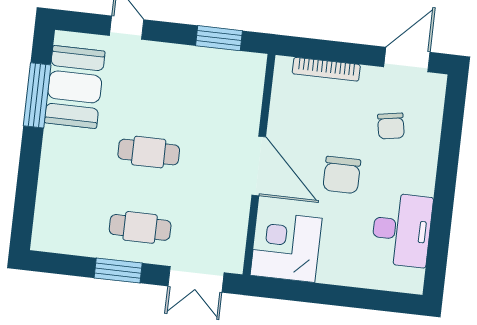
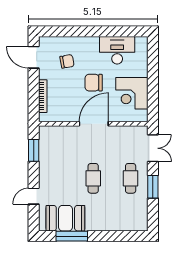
chair: (342, 175) -> (94, 83), turned 180
corner desk: (286, 247) -> (132, 93), moved

